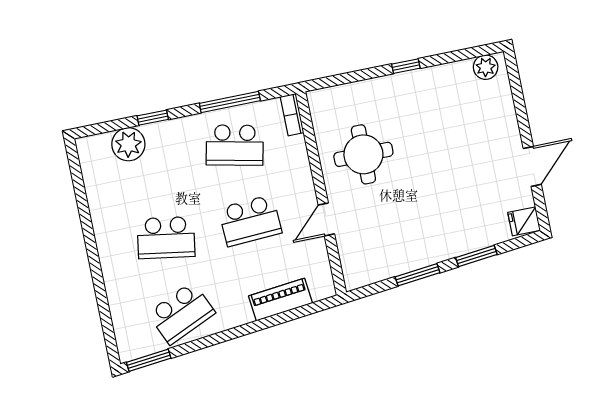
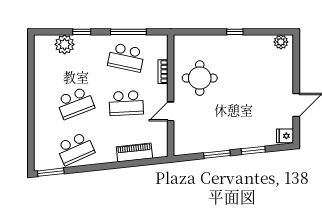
bookcase: (292, 115) -> (163, 72), moved
school desk: (166, 238) -> (75, 103), turned -30

